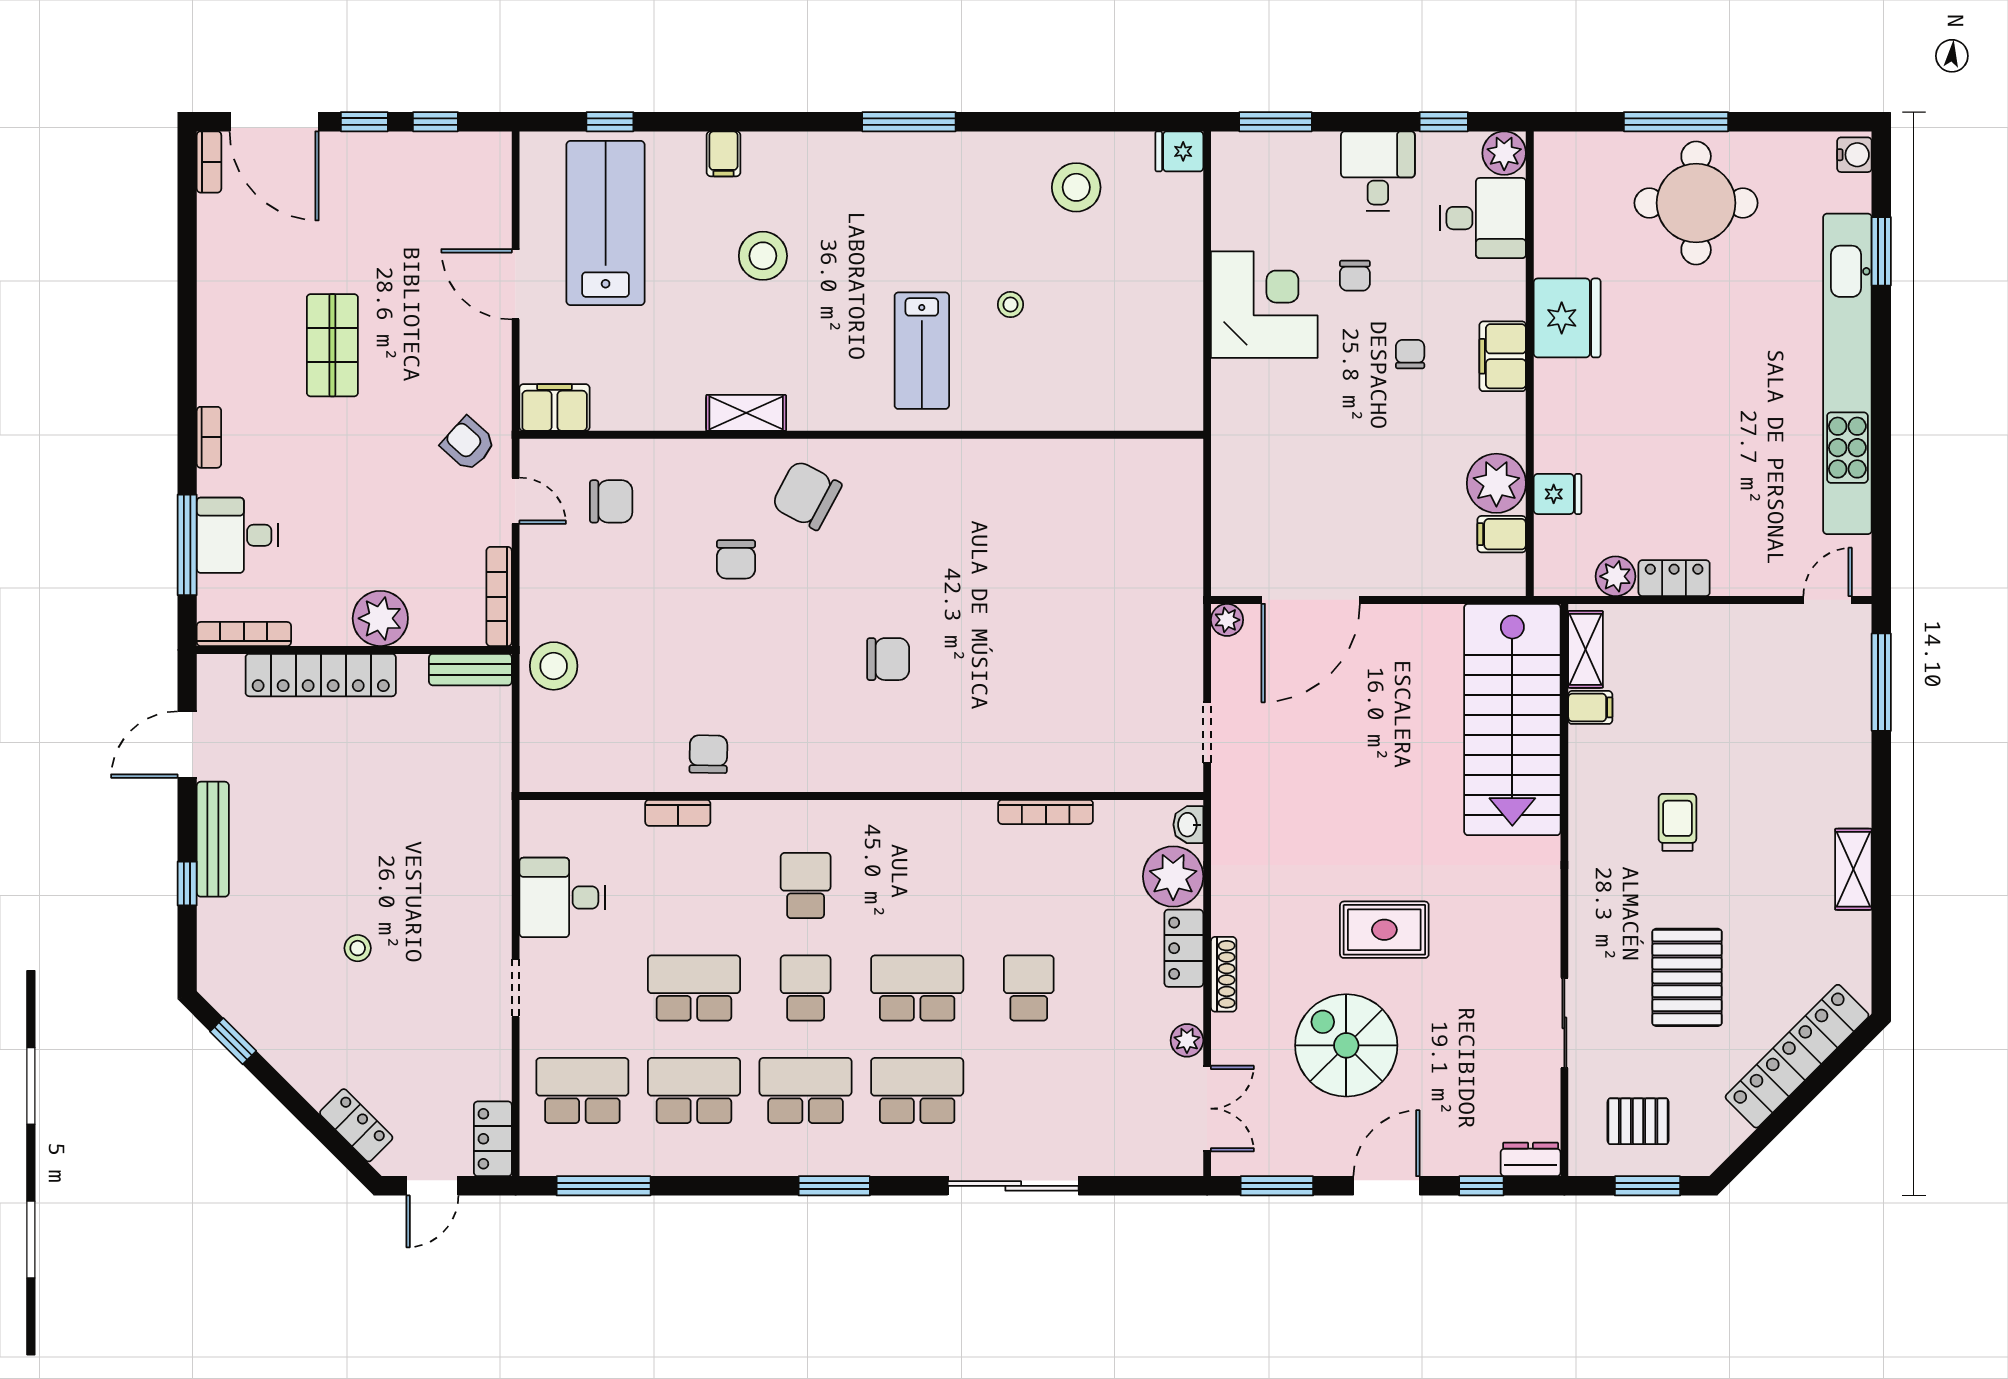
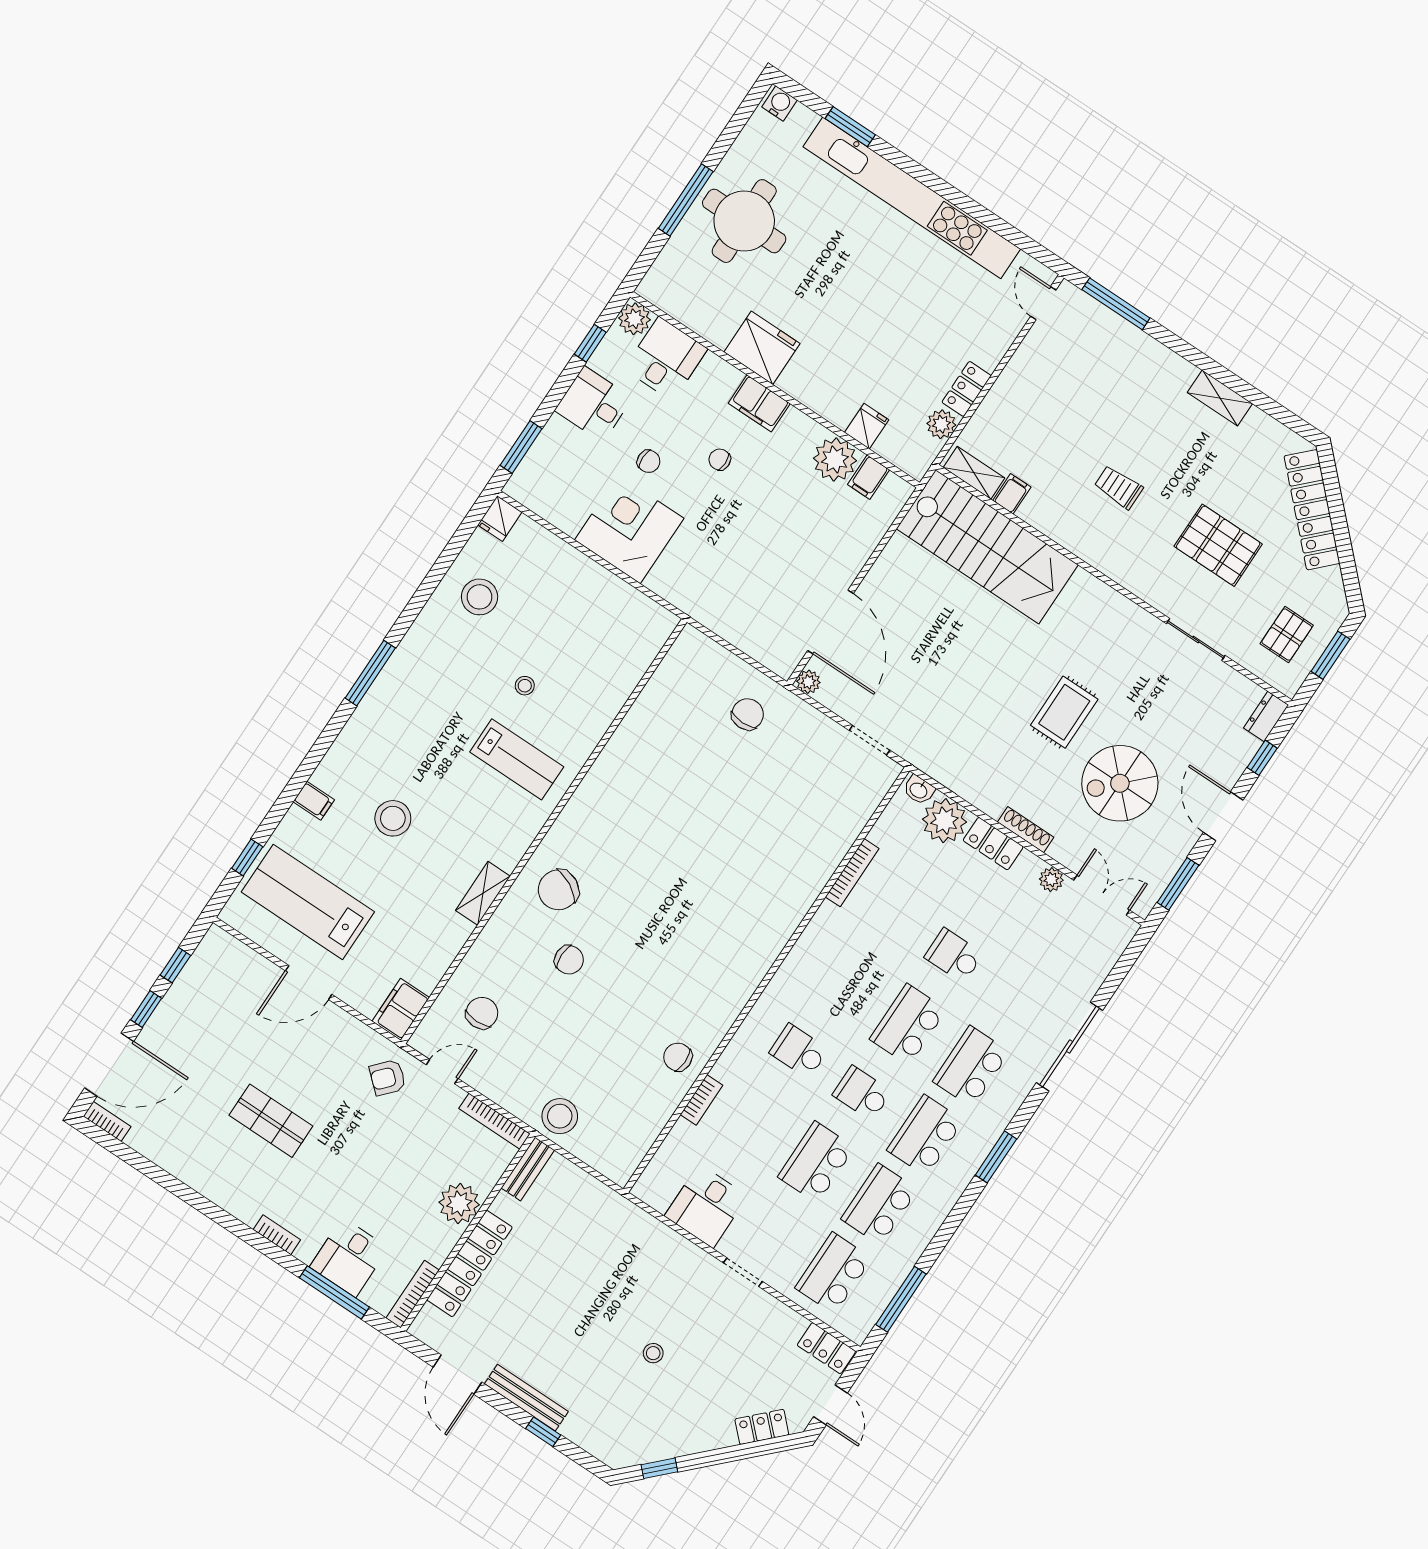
chair: (888, 659) -> (748, 714), moved

